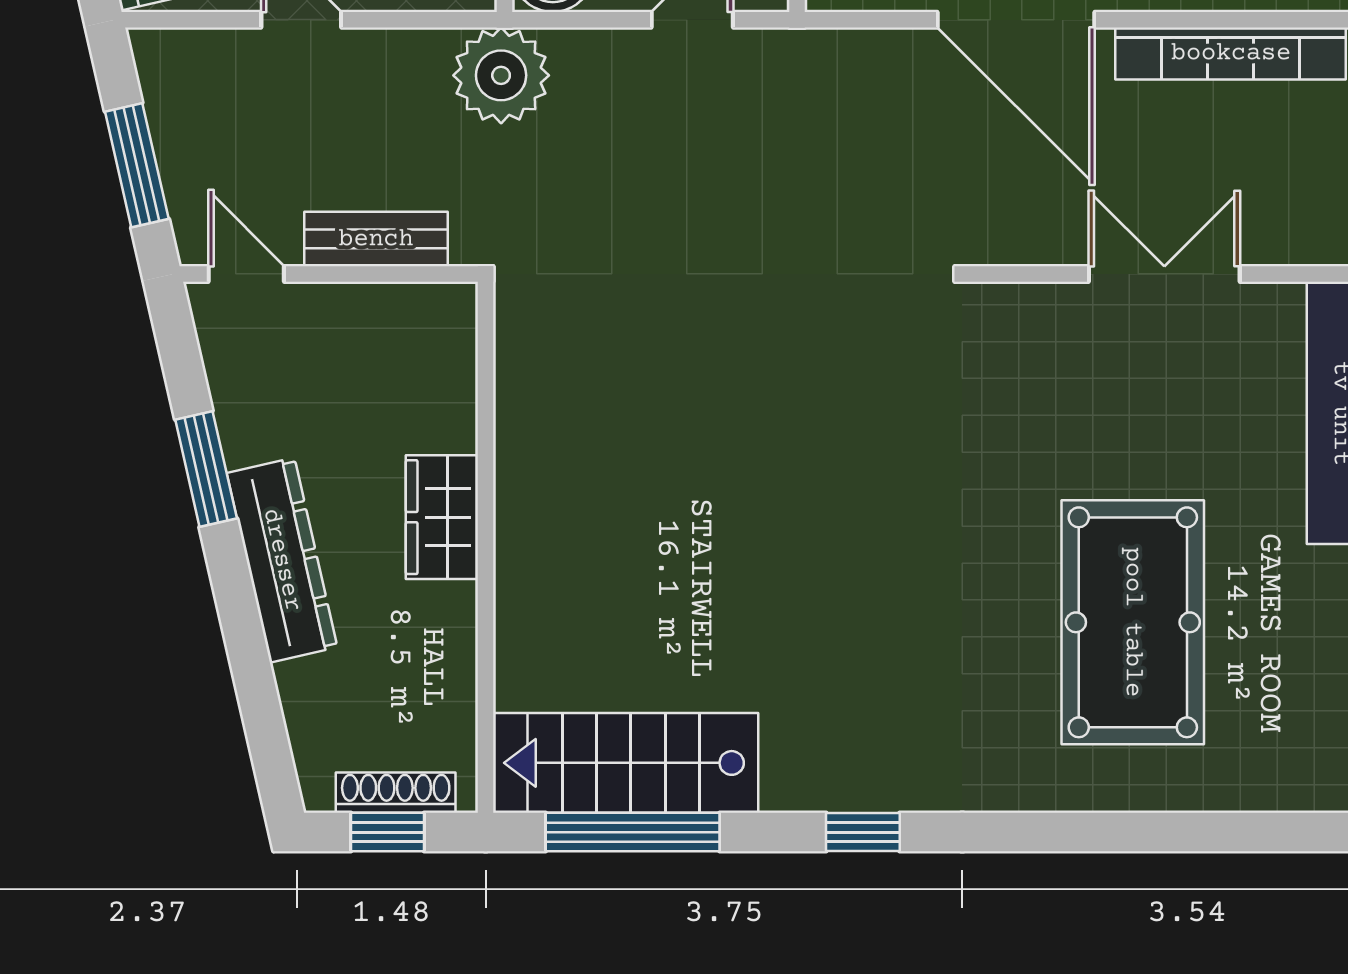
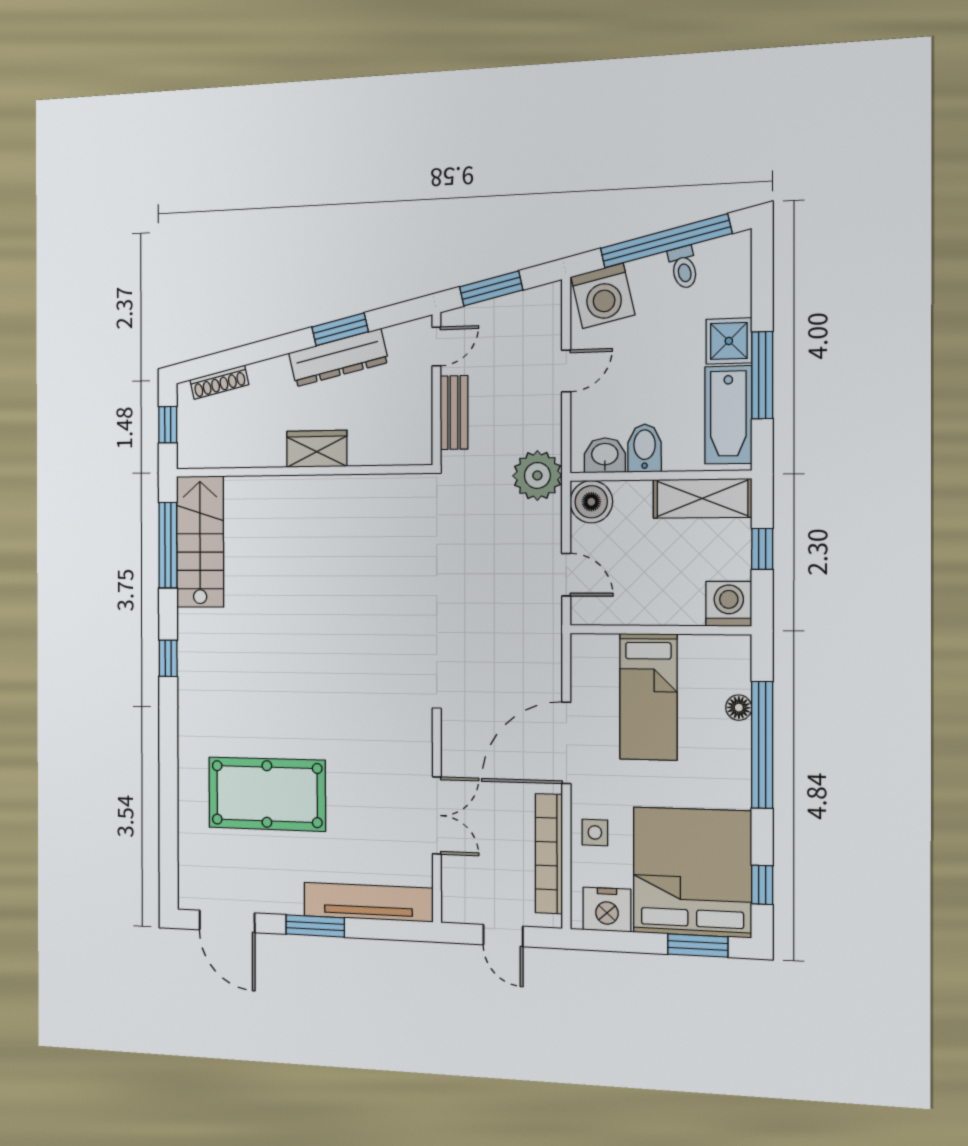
dresser: (282, 560) -> (338, 358), moved
shoe rack: (396, 793) -> (219, 382), moved, turned 77

